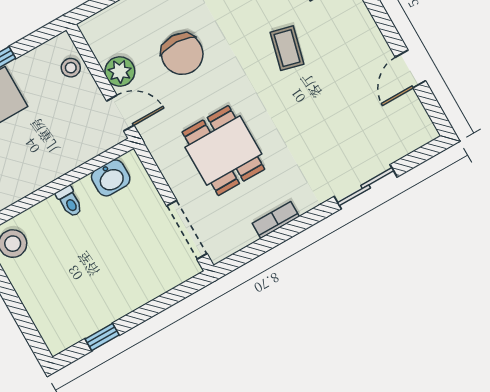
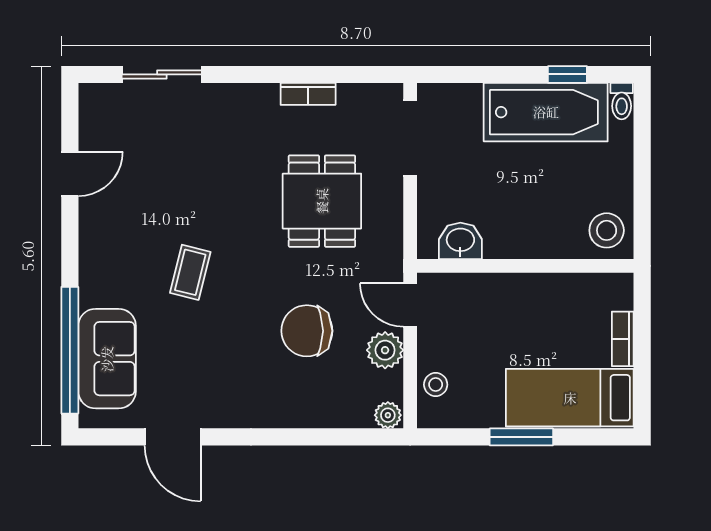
plant: (92, 27) -> (388, 415), added
chair: (182, 54) -> (307, 331), turned -92
sliding door: (366, 187) -> (162, 74), moved
toilet: (69, 202) -> (622, 101), moved, turned 180
bathtub: (102, 302) -> (546, 112), added

